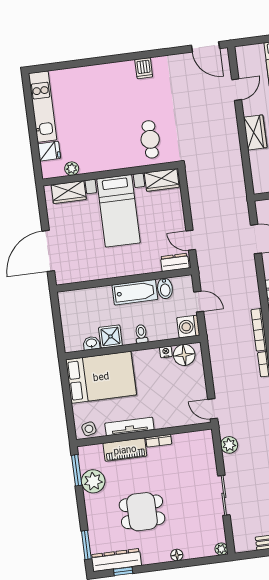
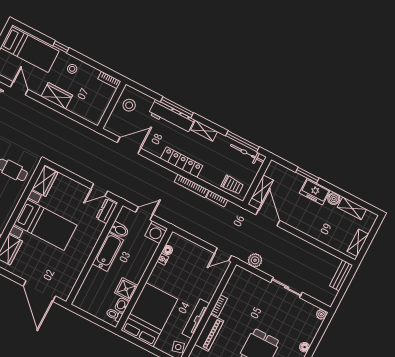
toilet: (141, 334) -> (114, 315), moved
floor lamp: (184, 355) -> (168, 250), width x0.53, depth x0.53

